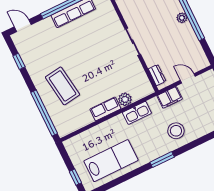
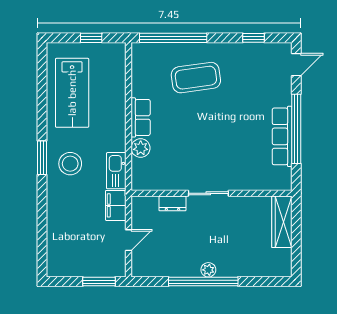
dresser: (157, 75) -> (172, 203), moved
kitchen sink: (137, 113) -> (116, 171), moved
stool: (176, 131) -> (70, 164), moved
window: (75, 177) -> (91, 38), moved

